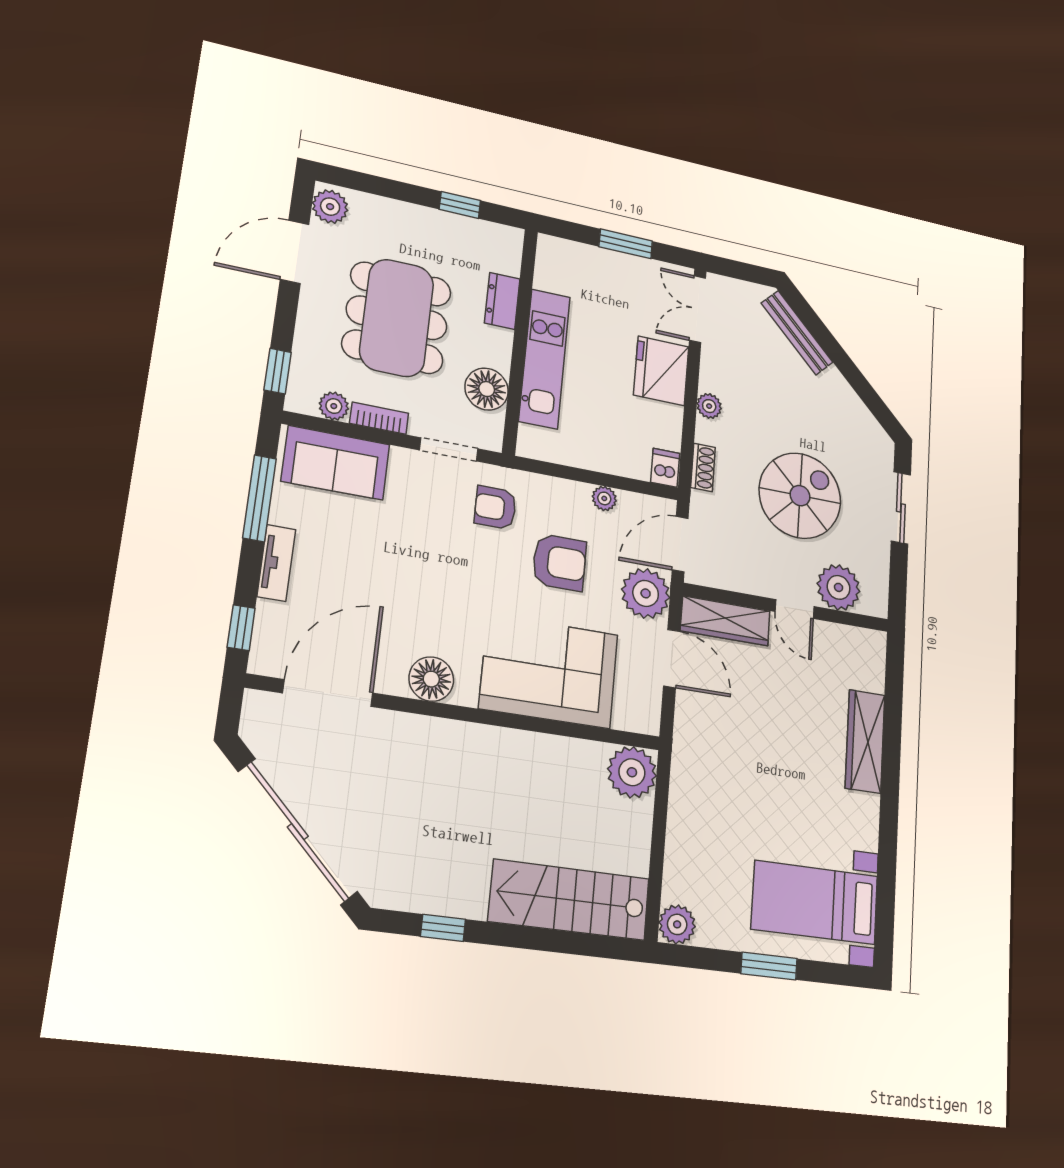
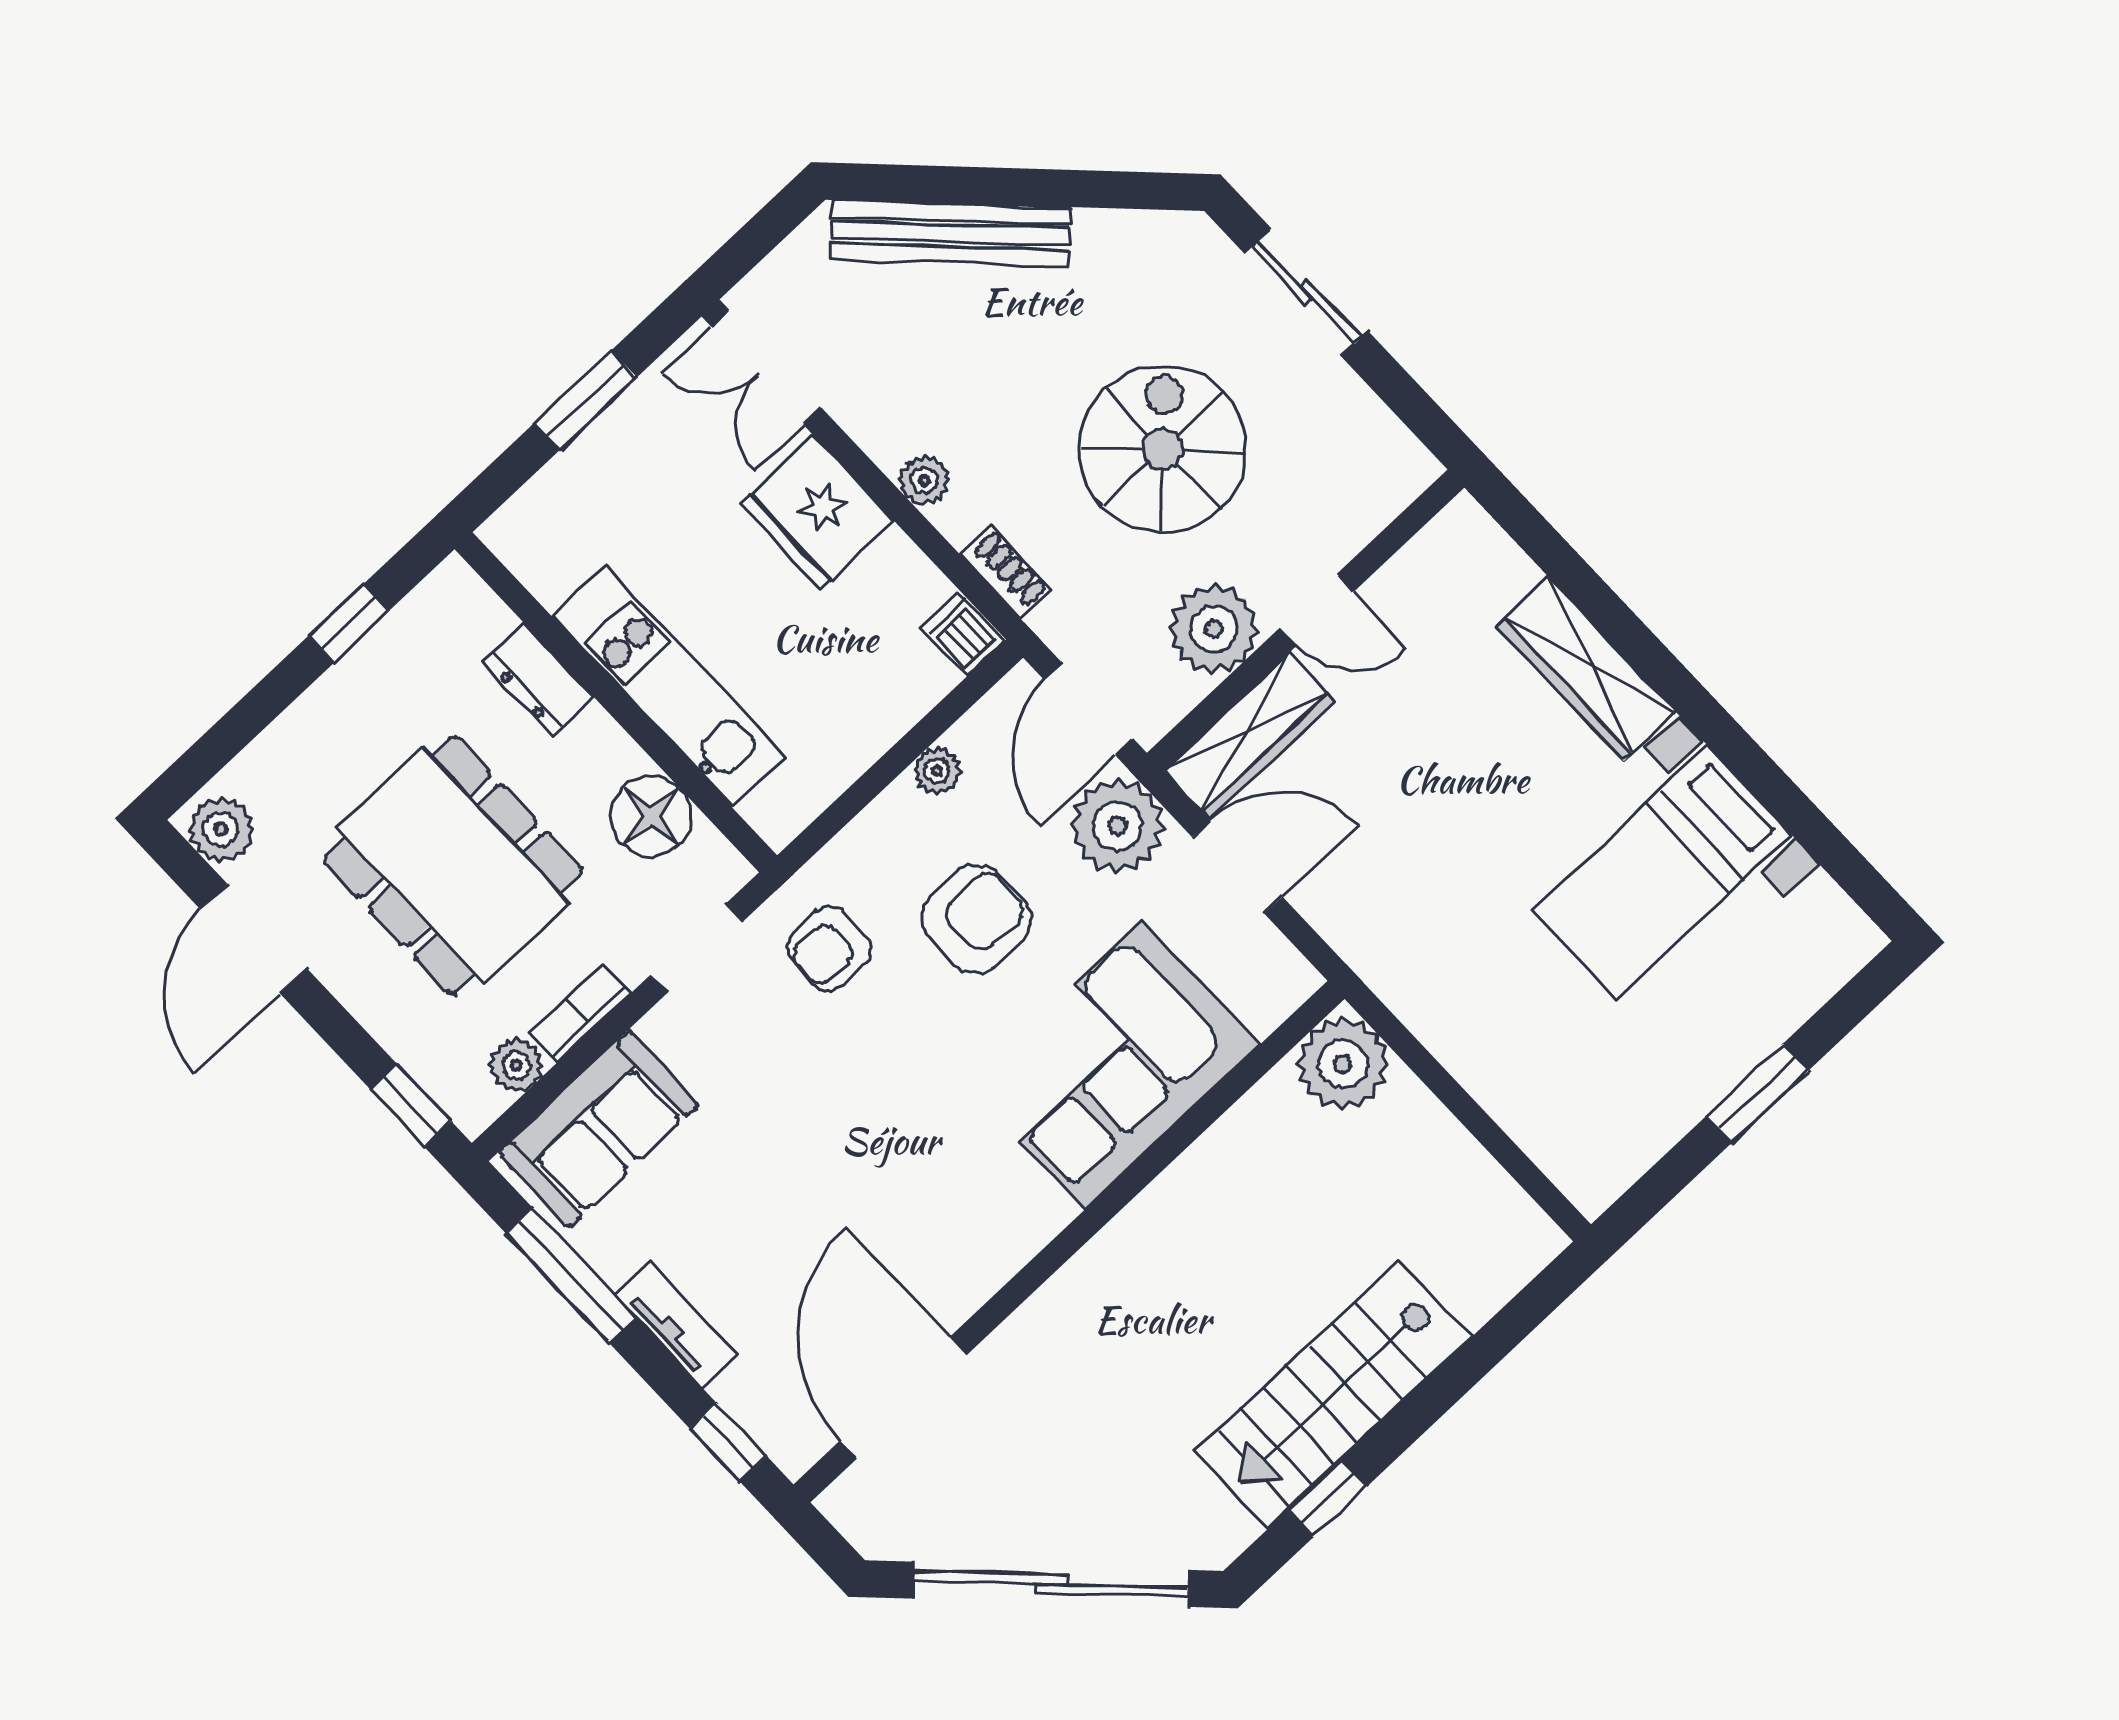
bench: (797, 333) -> (951, 233), width x1.37, depth x1.21
plant: (839, 587) -> (1214, 629), moved
floor lamp: (431, 679) -> (994, 1242), removed
stairs: (569, 900) -> (1334, 1394), moved
bed with nightstands: (815, 902) -> (1662, 872), moved
plant: (677, 924) -> (1593, 1177), removed

